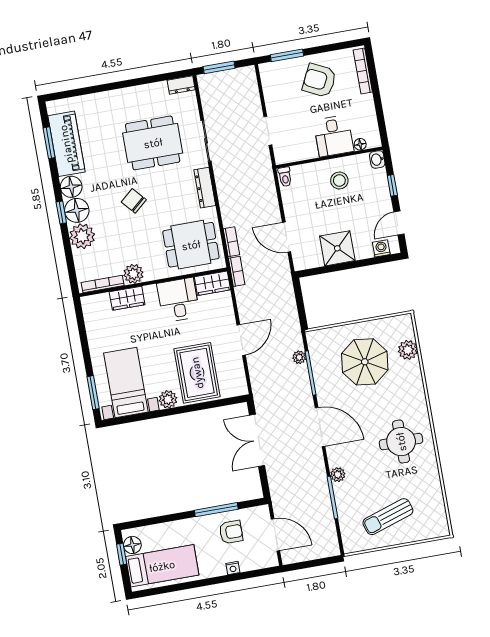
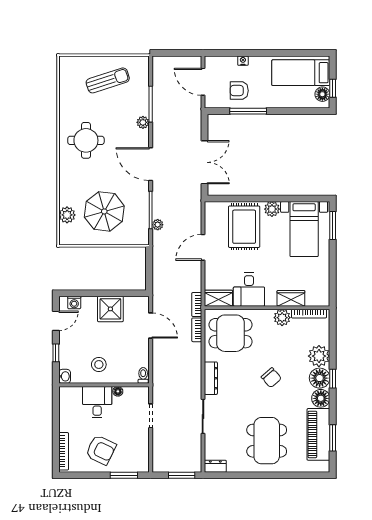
dining table: (153, 143) -> (267, 441), moved, turned 90
floor lamp: (360, 144) -> (118, 391), moved

